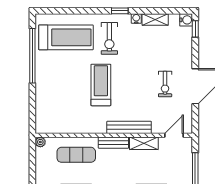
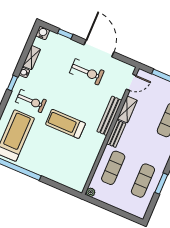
window: (195, 29) -> (65, 34), moved
exercise bike: (165, 84) -> (87, 72), width x1.38, depth x1.39
door: (174, 135) -> (131, 82), swing flipped

